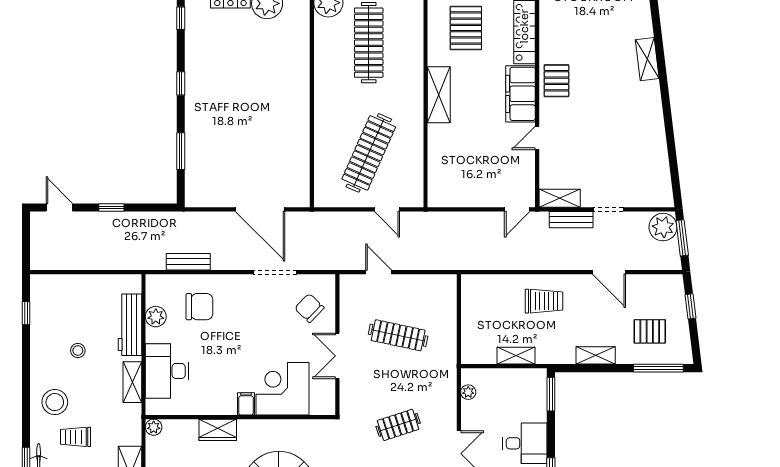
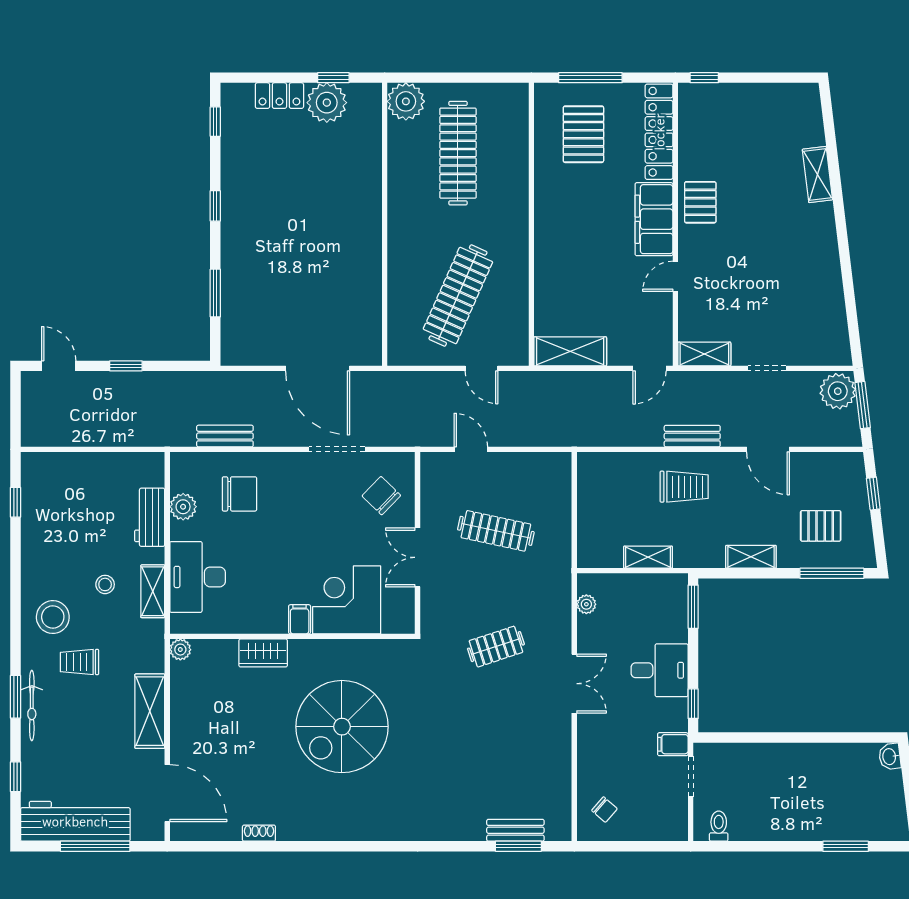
shelving: (439, 95) -> (570, 351), moved, turned 90
bench: (571, 220) -> (692, 436), moved
workbench: (130, 325) -> (150, 517), width x0.73
stool: (78, 351) -> (105, 584), moved

